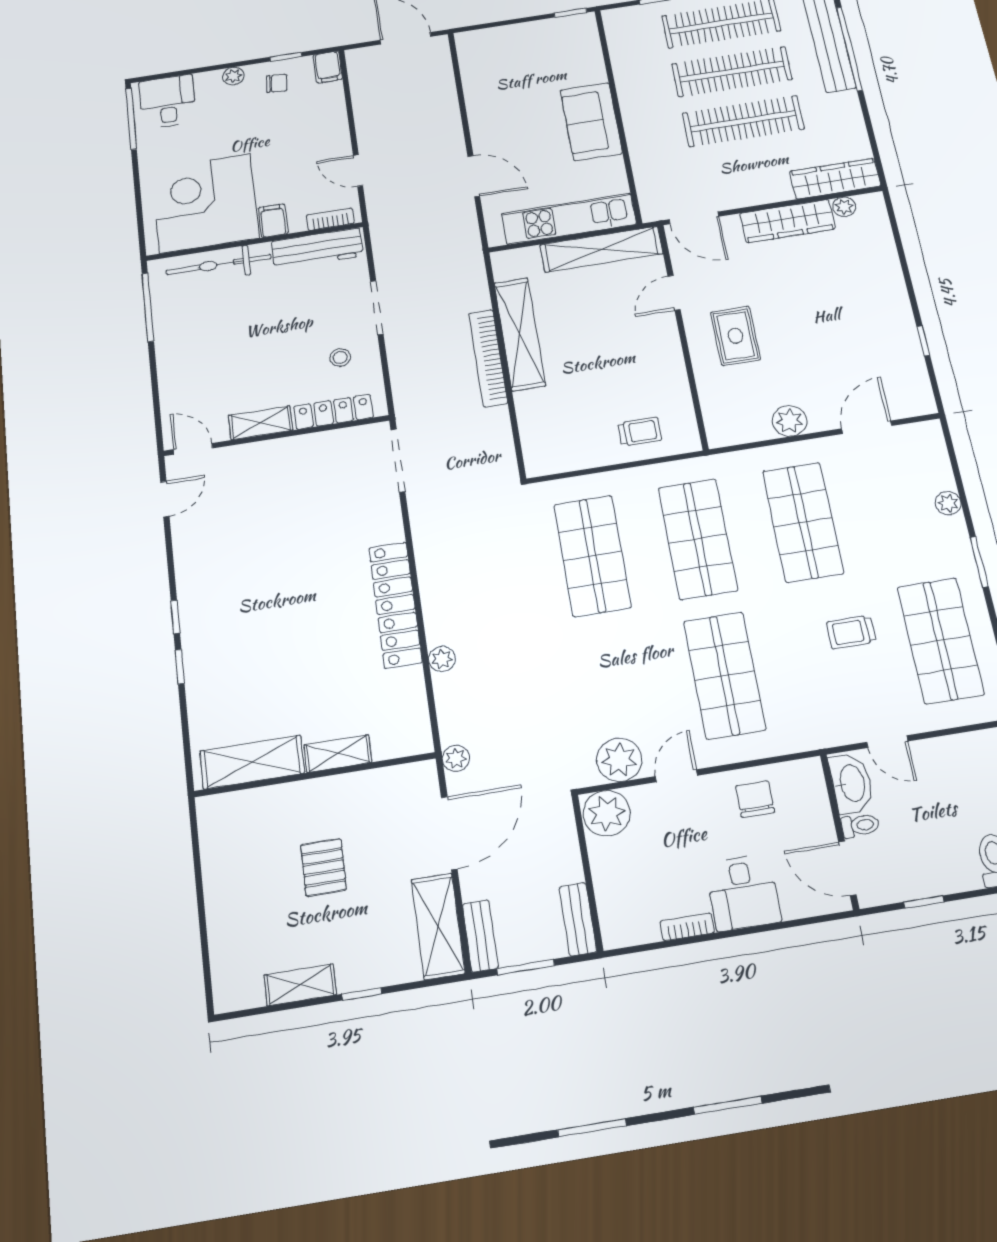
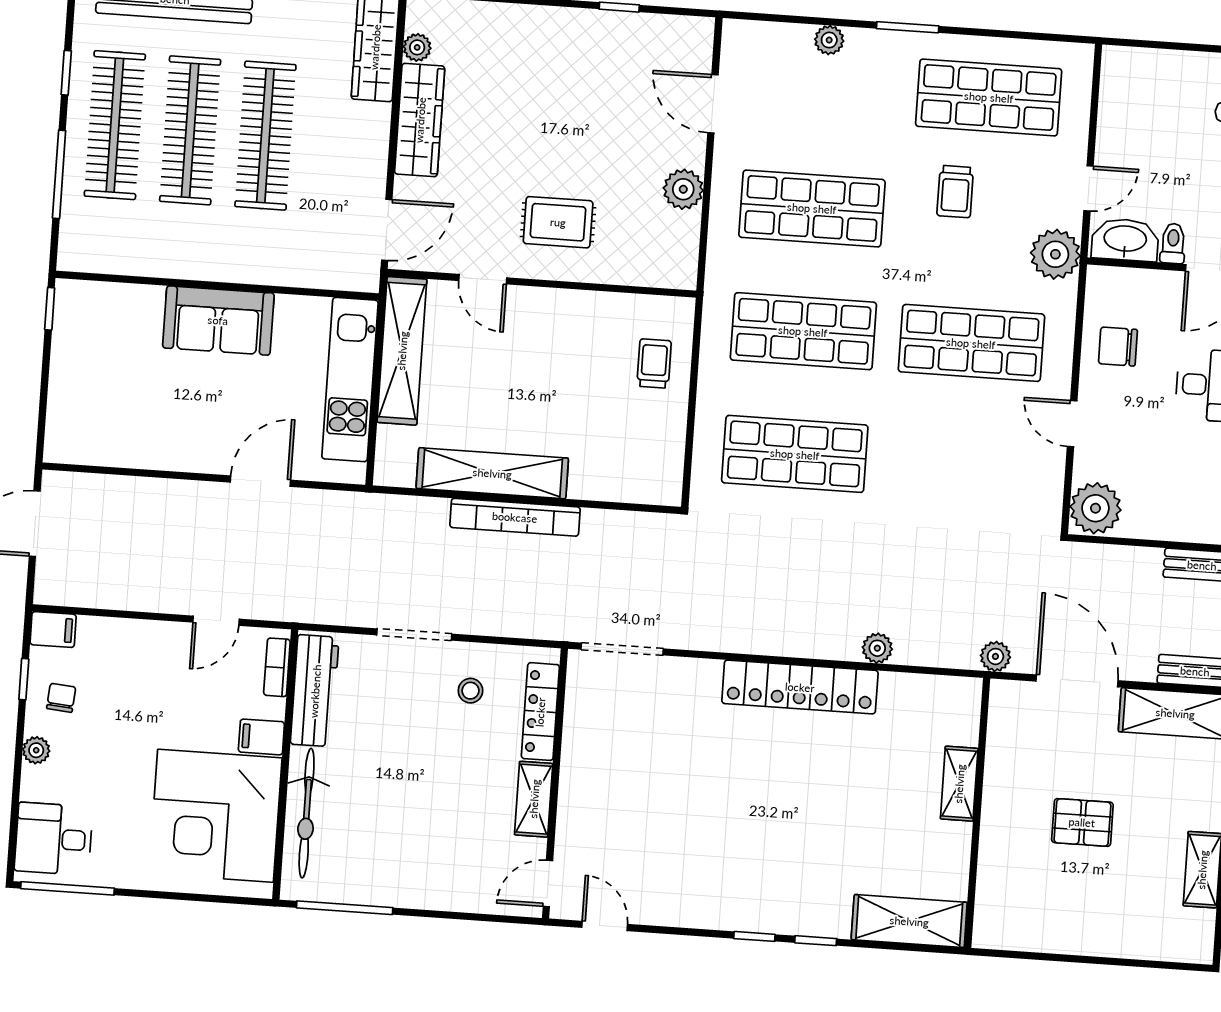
plant: (619, 760) -> (1055, 254), moved
shelving: (252, 762) -> (909, 921), moved, turned 90

